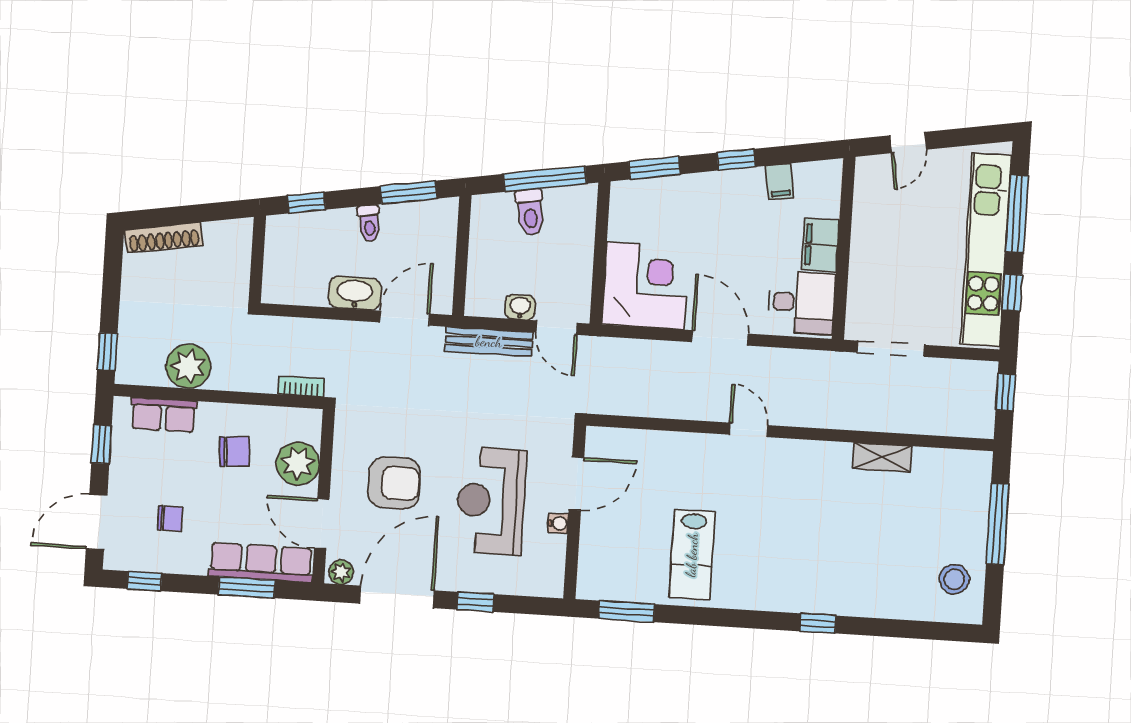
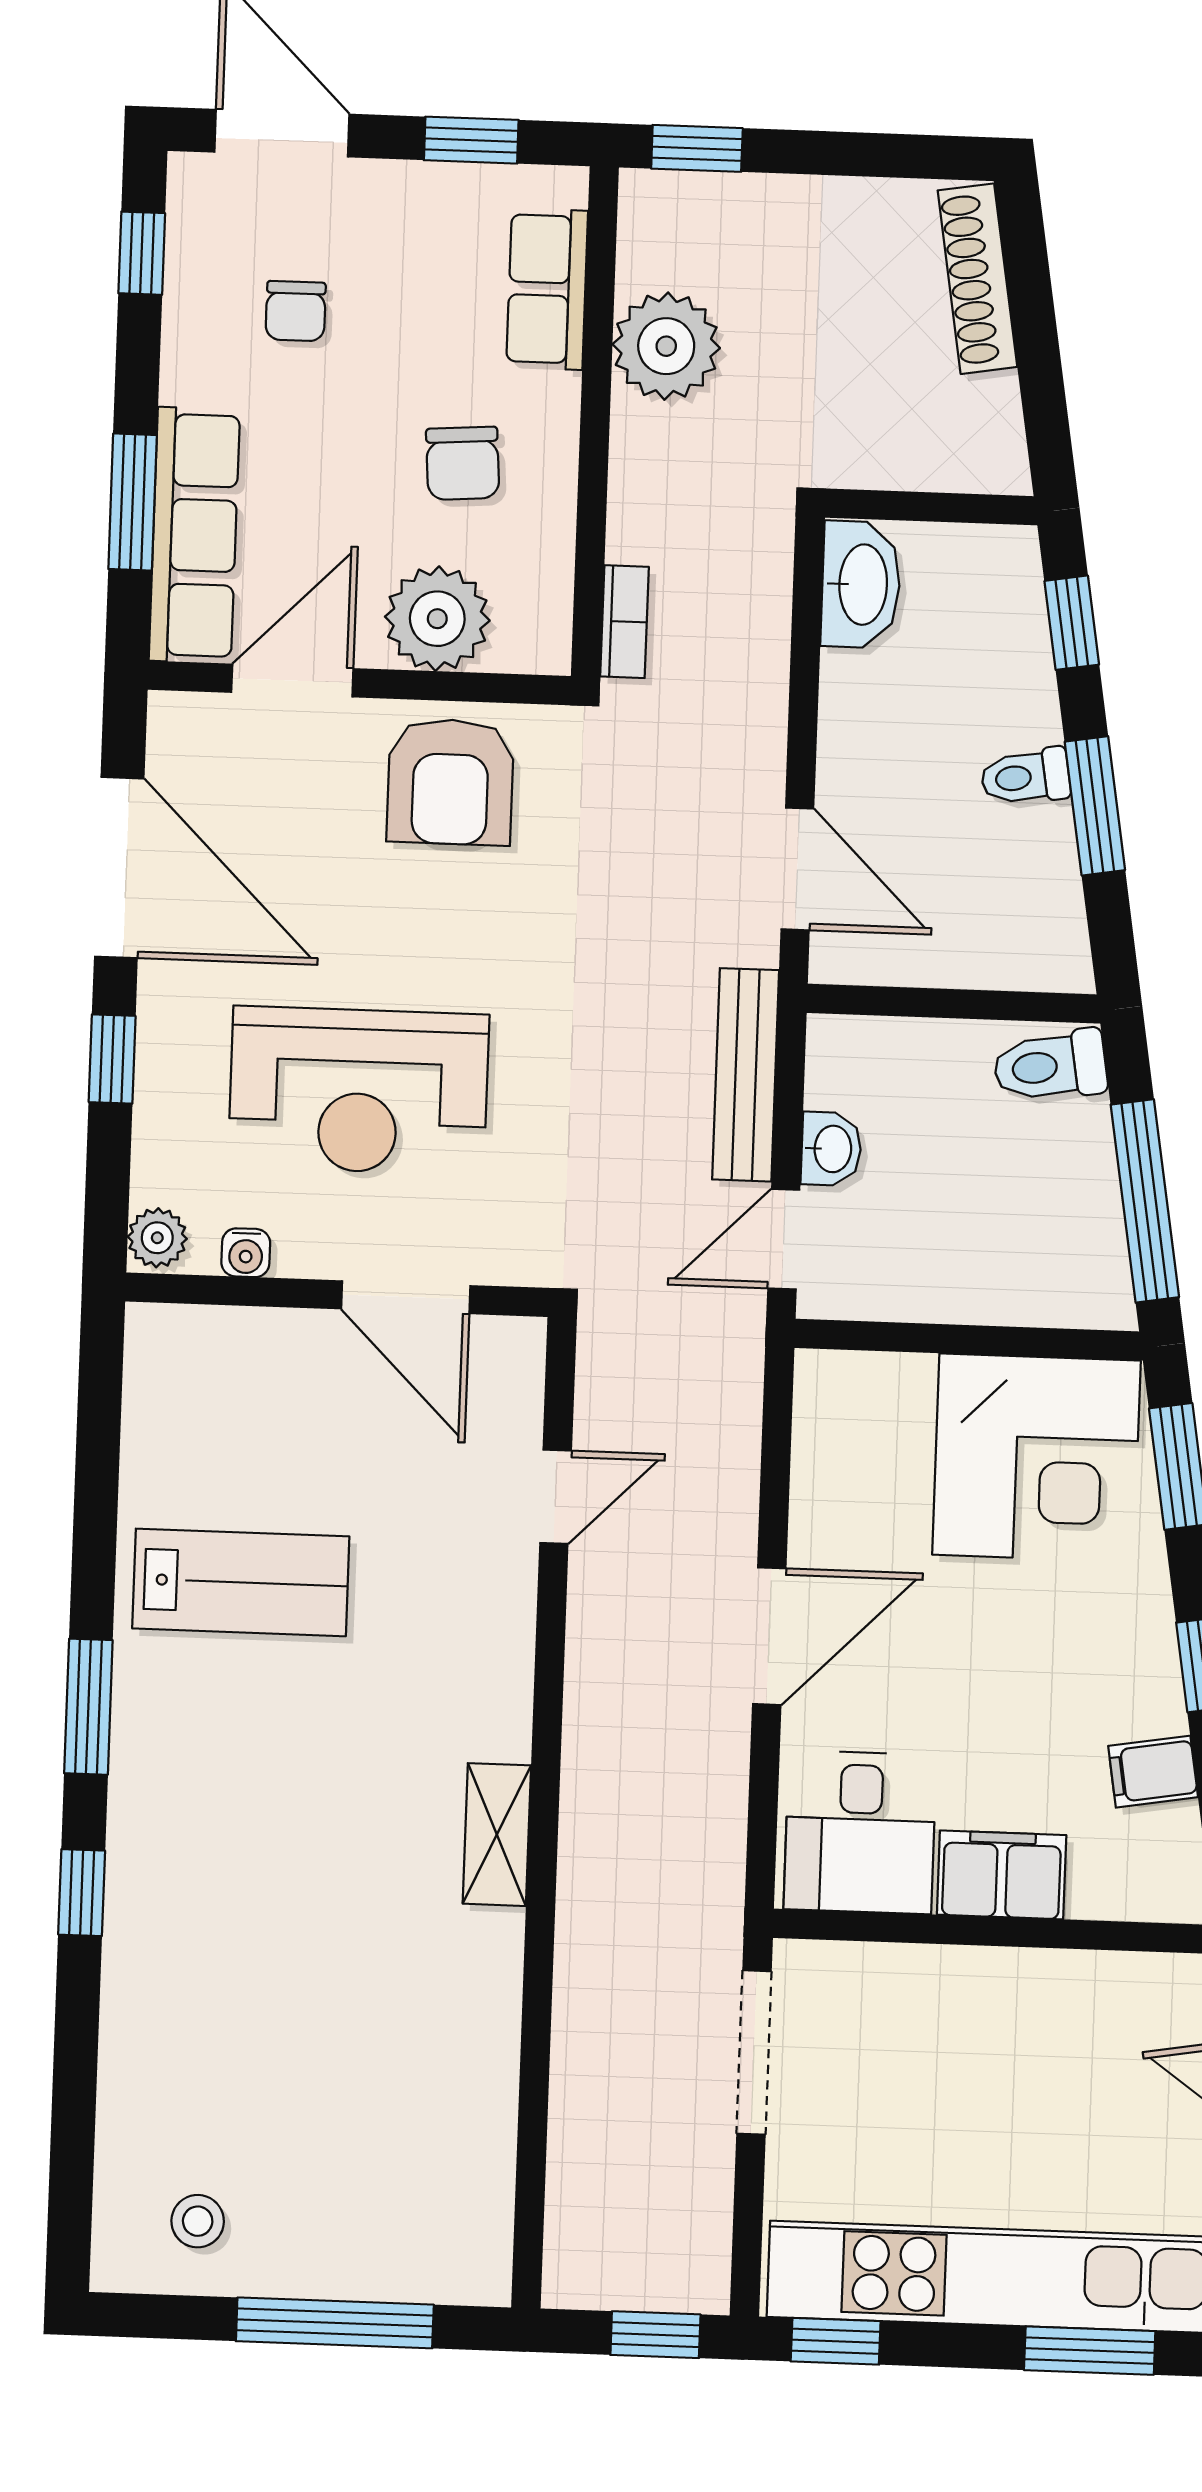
window: (409, 192) -> (1095, 806), moved
toilet: (530, 212) -> (1050, 1066), moved
window: (1017, 214) -> (1090, 2351), width x0.69
corner desk: (646, 286) -> (1036, 1458), moved
washbasin: (355, 293) -> (861, 585), moved
window: (1012, 293) -> (836, 2341), moved
door: (749, 430) -> (556, 1497), moved
shelving: (882, 457) -> (497, 1835), moved
armchair: (394, 483) -> (450, 782), moved
reception desk: (491, 501) -> (359, 1091), turned 180
water cooler: (558, 523) -> (246, 1253), moved
lab bench: (692, 555) -> (241, 1582), turned 180
plant: (341, 572) -> (157, 1238), moved
stool: (954, 579) -> (198, 2221), width x0.73, depth x0.73
window: (626, 611) -> (88, 1707), moved

